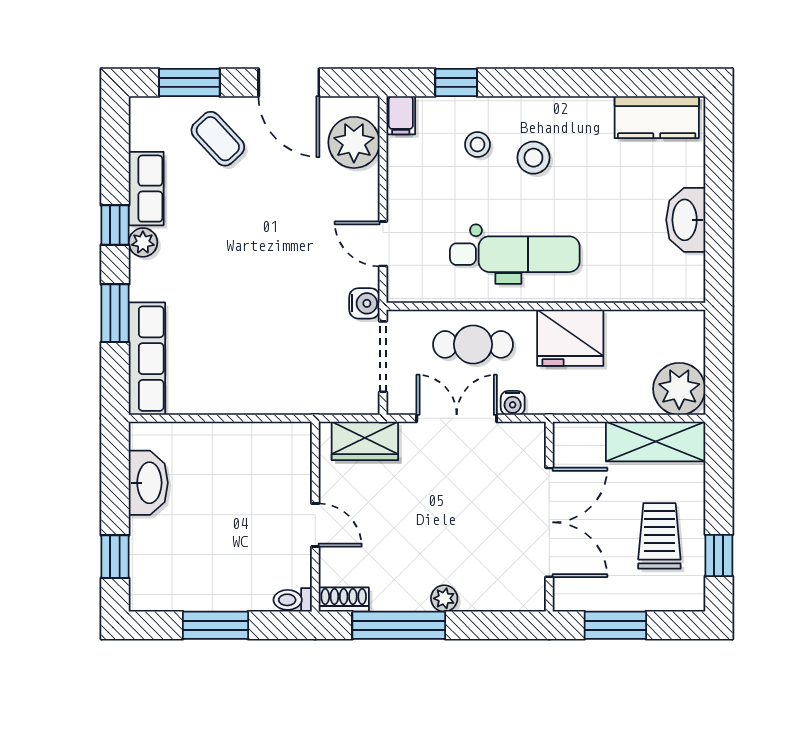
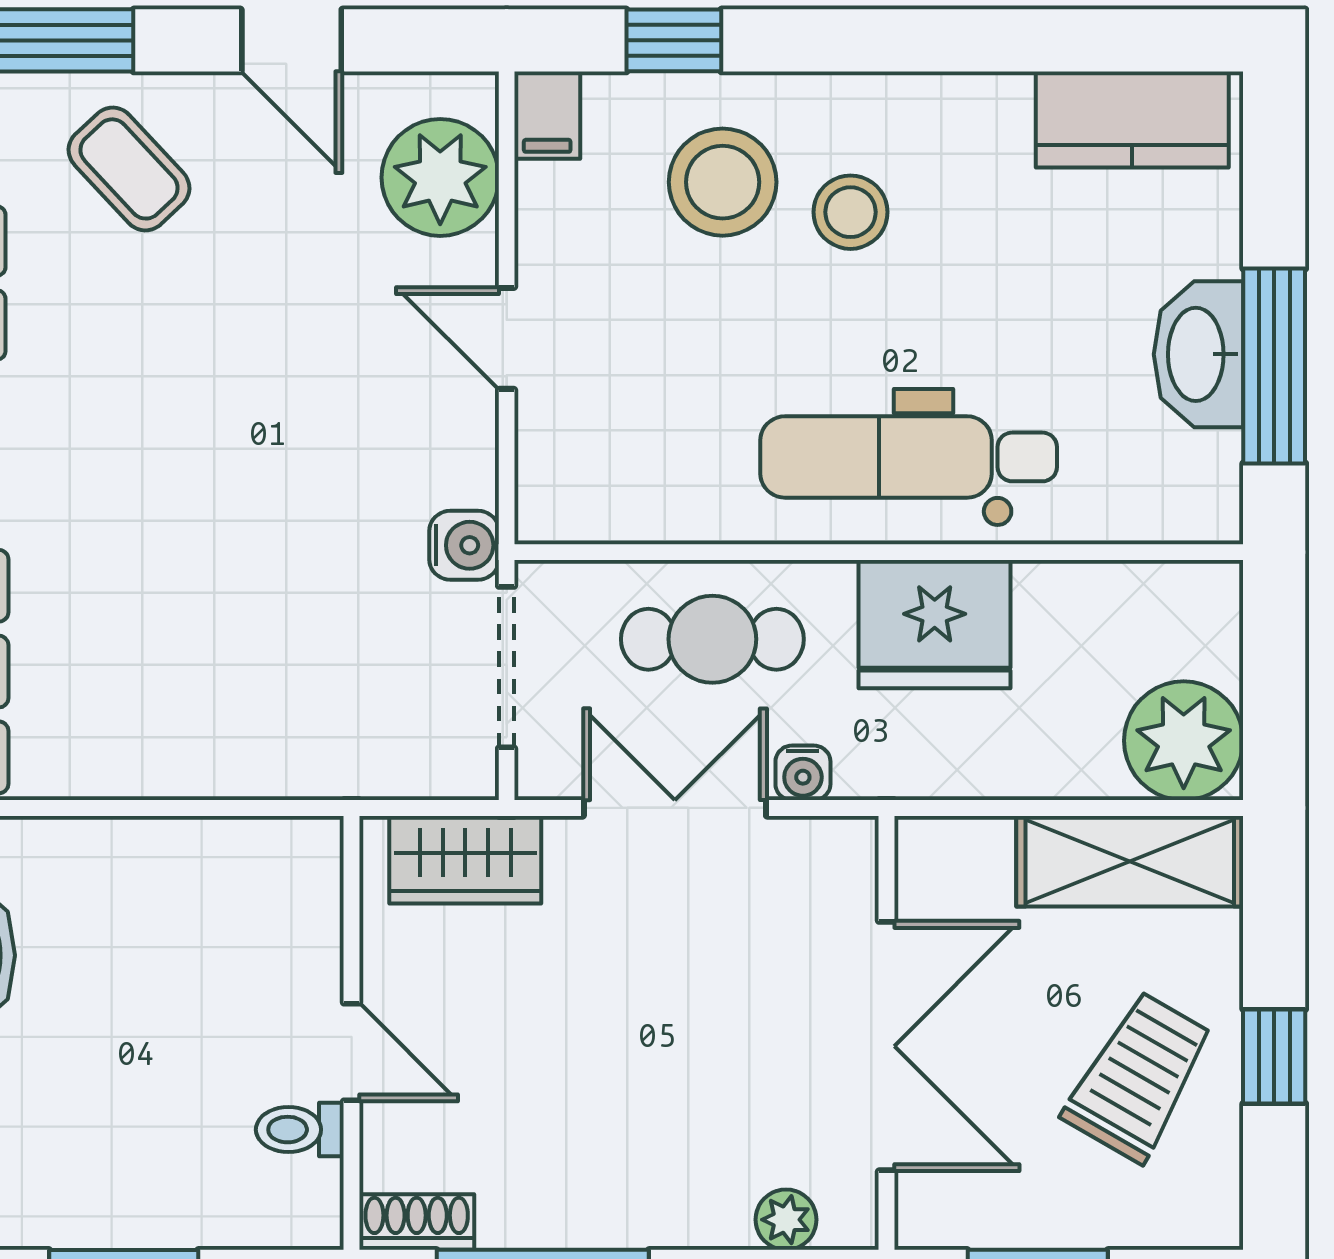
door: (289, 82) -> (292, 40), width x0.73
stool: (478, 144) -> (723, 182), width x1.89, depth x1.89
window: (719, 225) -> (1274, 366), added
door: (383, 244) -> (507, 338), moved
dental chair: (515, 254) -> (909, 457), moved, turned 180
trolley: (659, 536) -> (1138, 1077), turned 30
window: (719, 555) -> (1274, 1056), moved
plant: (444, 598) -> (786, 1220), moved
toilet: (293, 600) -> (300, 1130), moved

